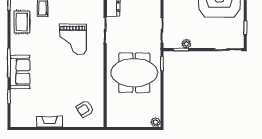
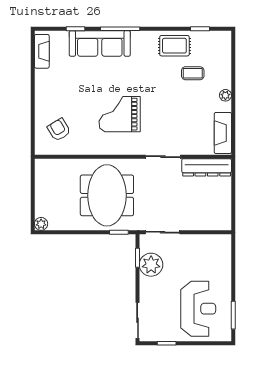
grand piano: (73, 39) -> (120, 114), moved
plant: (186, 44) -> (151, 265), width x1.88, depth x1.88
sofa: (20, 72) -> (100, 43), width x1.36
fireplace: (50, 122) -> (42, 51), moved

